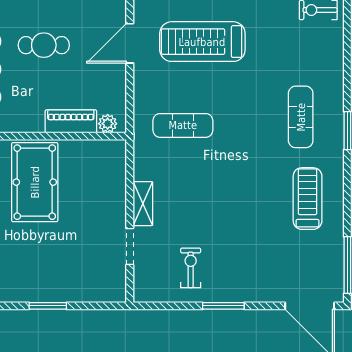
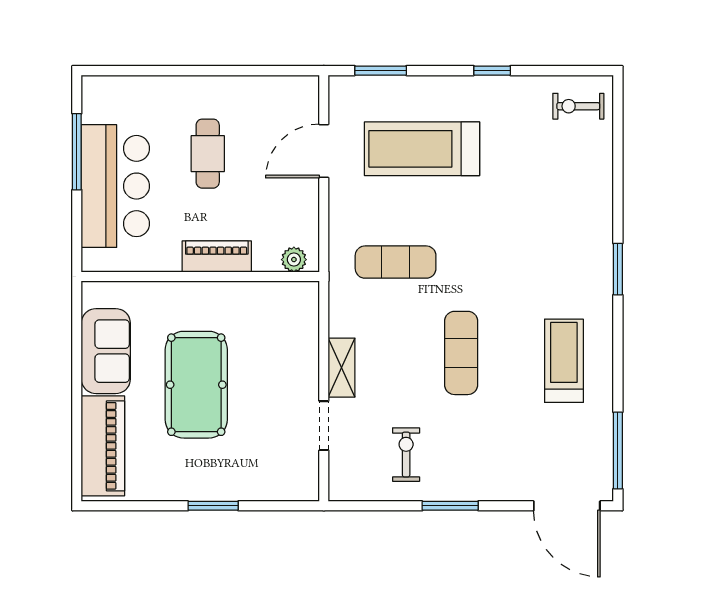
cafe table: (44, 45) -> (208, 154), turned 90
exercise mat: (301, 117) -> (461, 353), moved
piano: (71, 121) -> (217, 257), moved
pool table: (35, 182) -> (196, 385), moved

